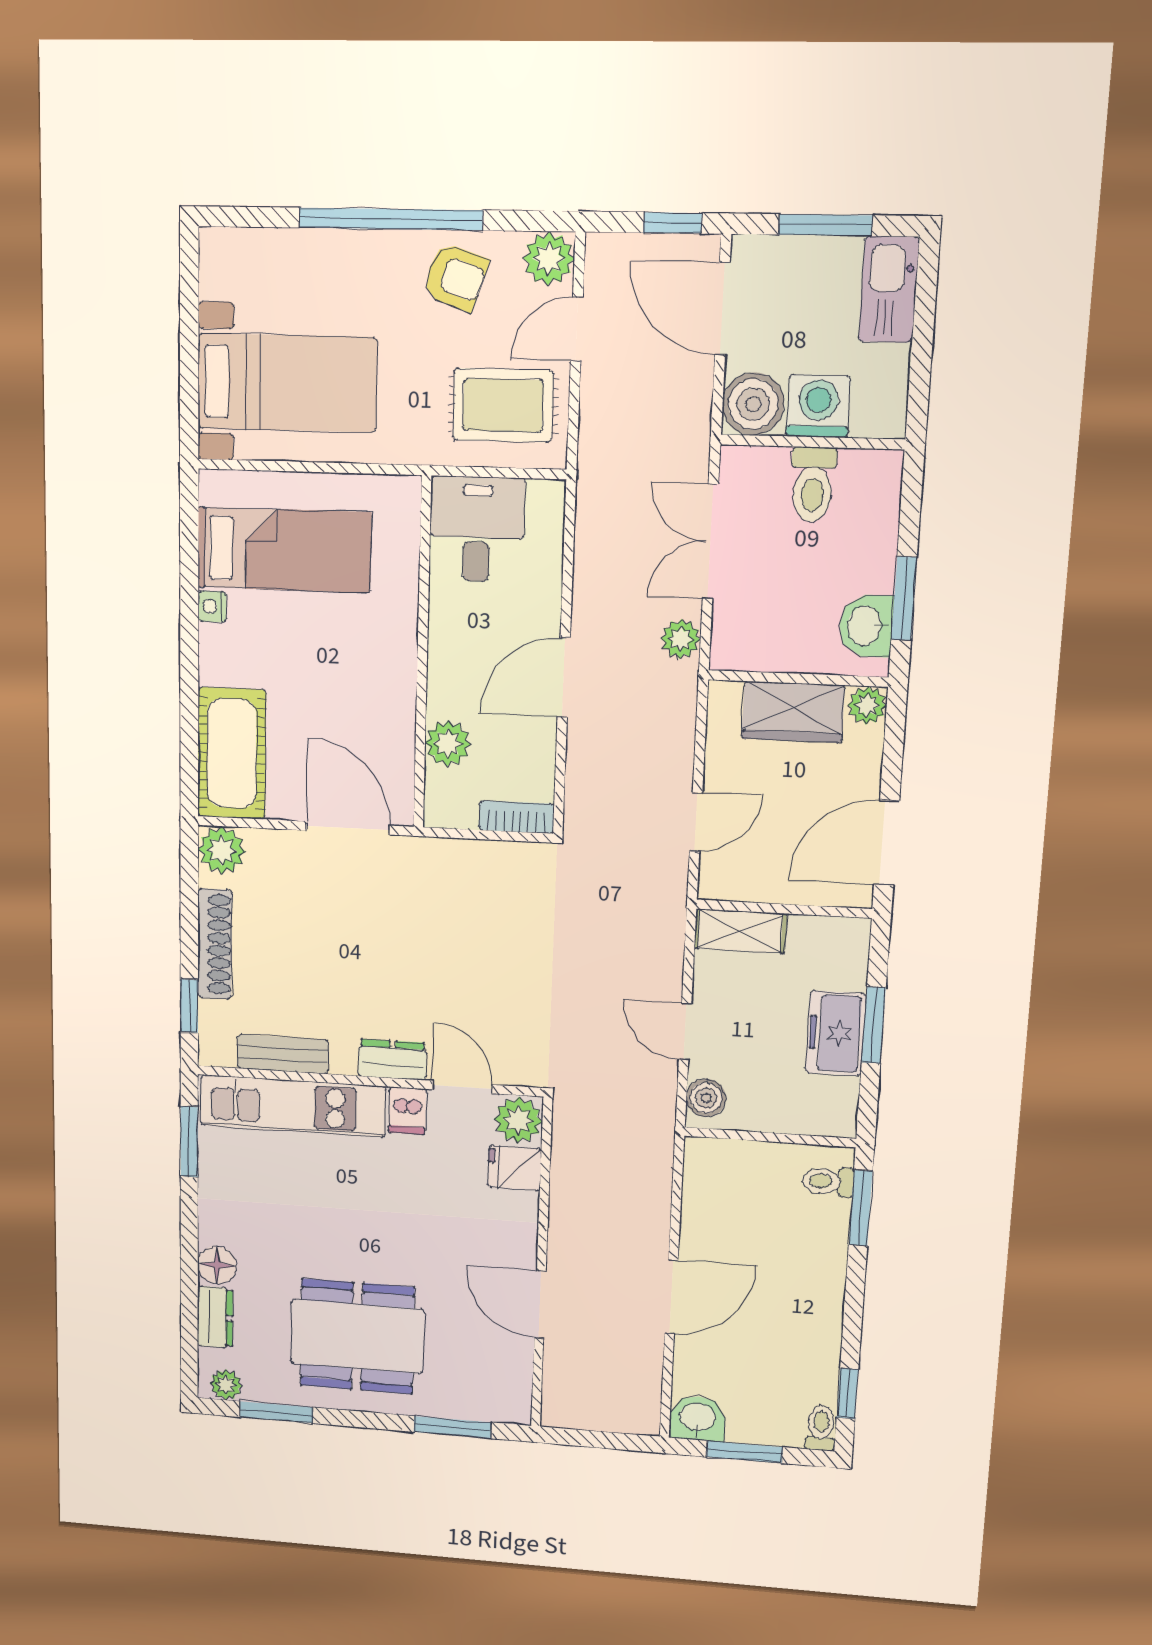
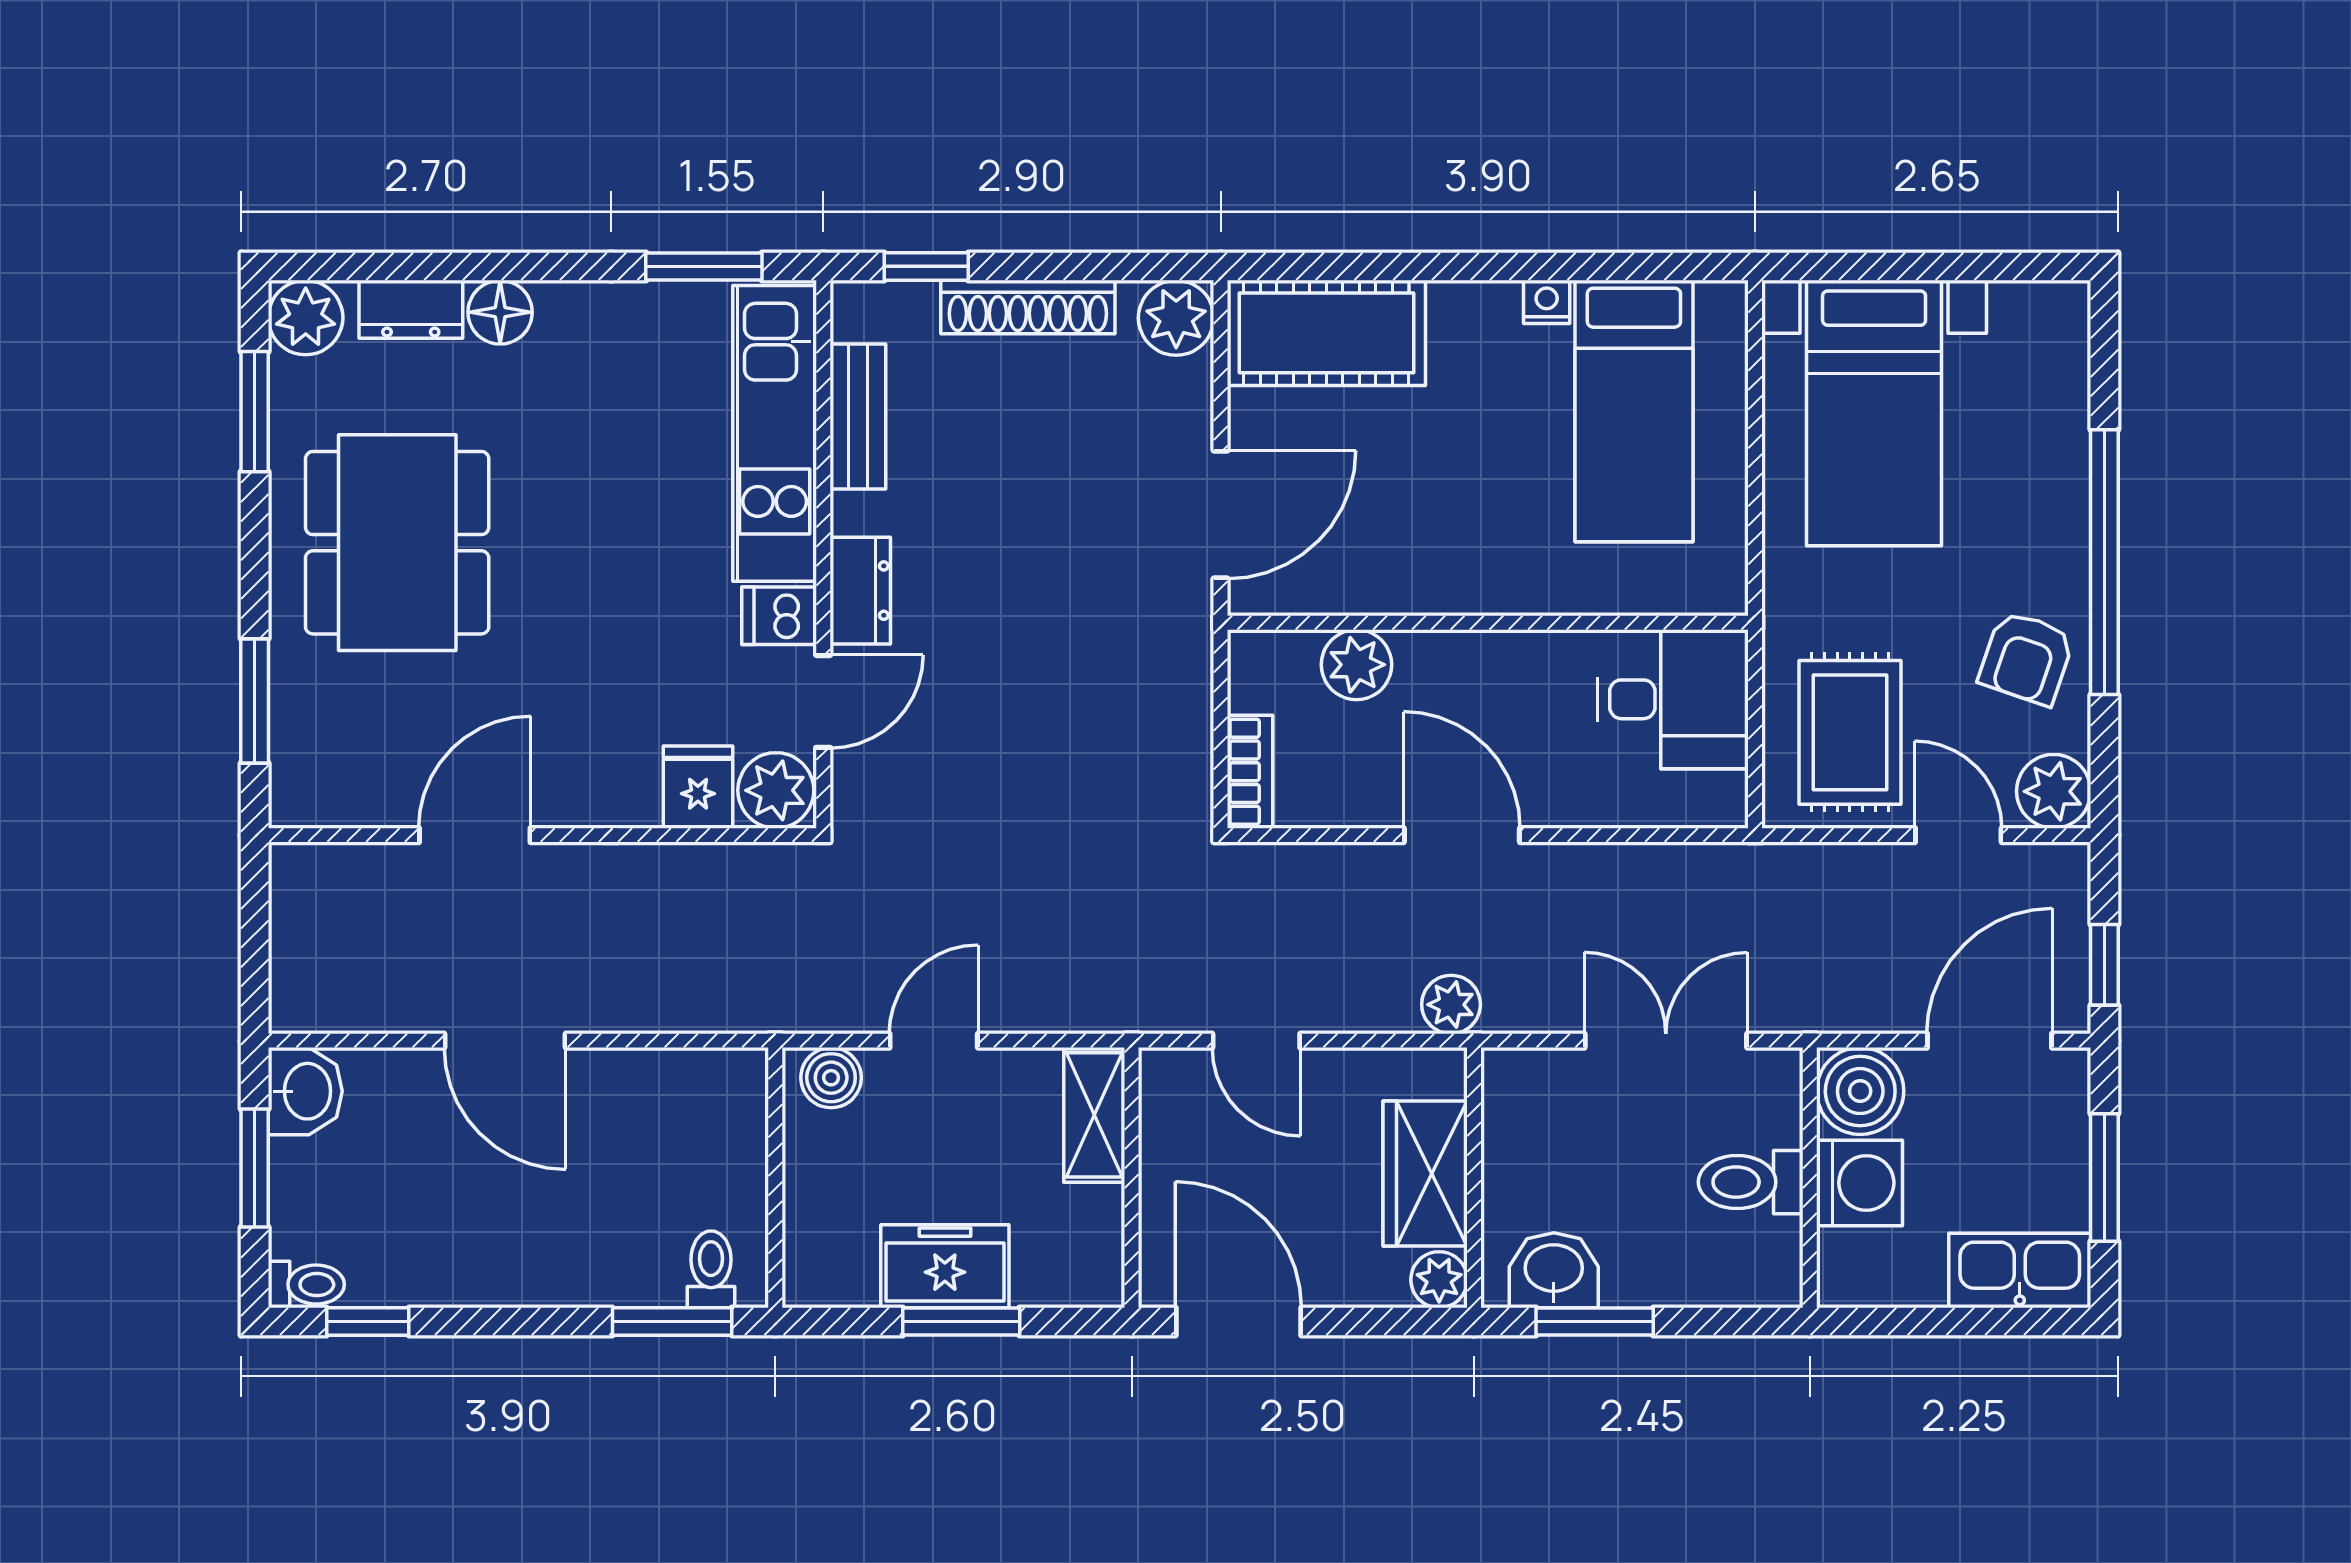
plant: (681, 639) -> (1451, 1005), moved
plant: (226, 1385) -> (306, 318), width x1.38, depth x1.38

